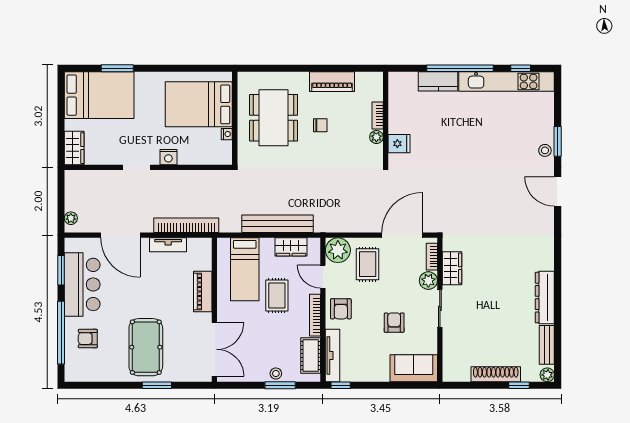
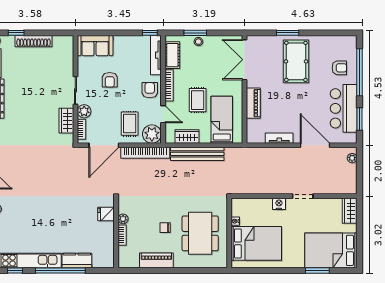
bookcase: (186, 225) -> (145, 153), moved

